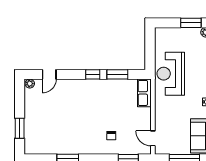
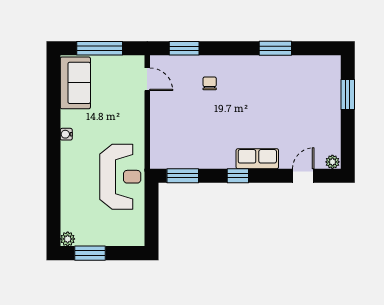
window: (117, 74) -> (183, 176), moved
row of seats: (144, 93) -> (257, 159), moved, turned -90

